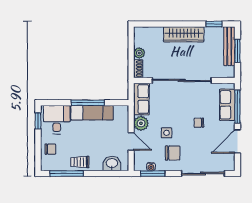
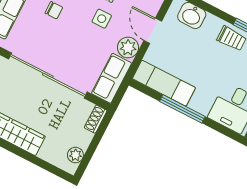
plant: (139, 53) -> (75, 155), moved
exam couch: (92, 113) -> (164, 83), moved

